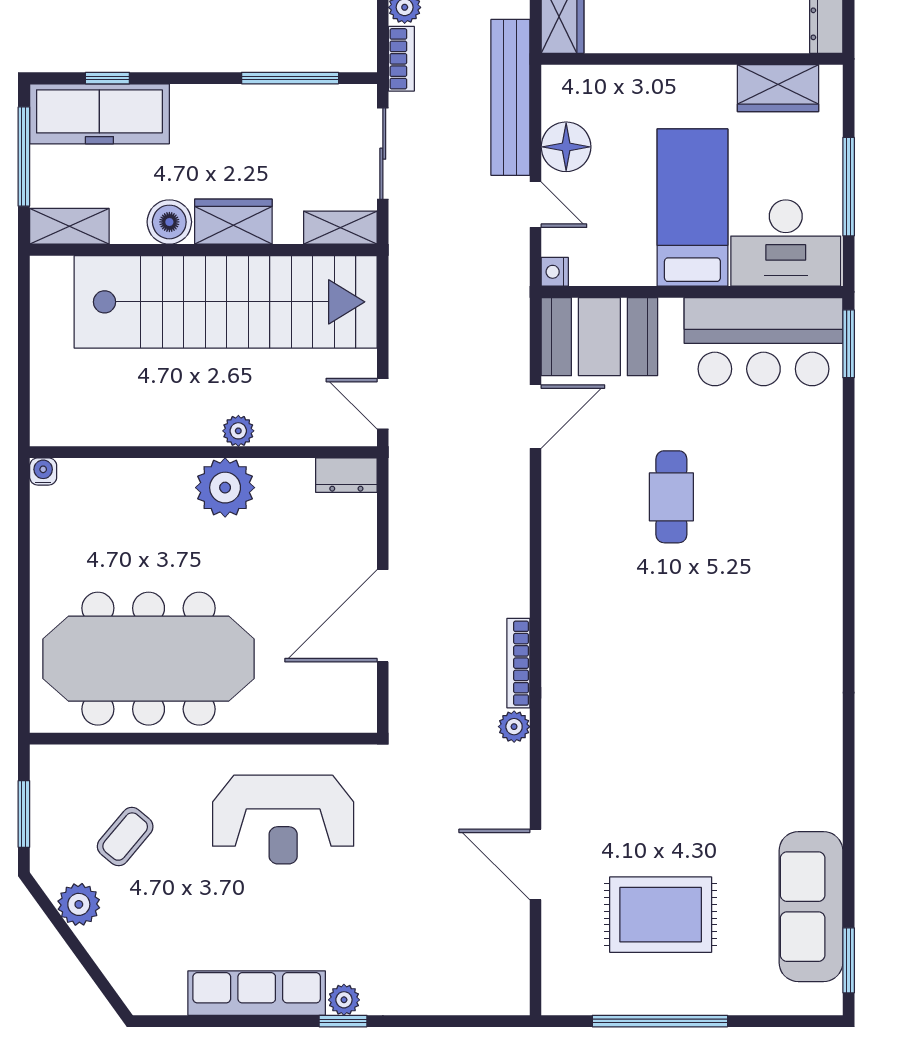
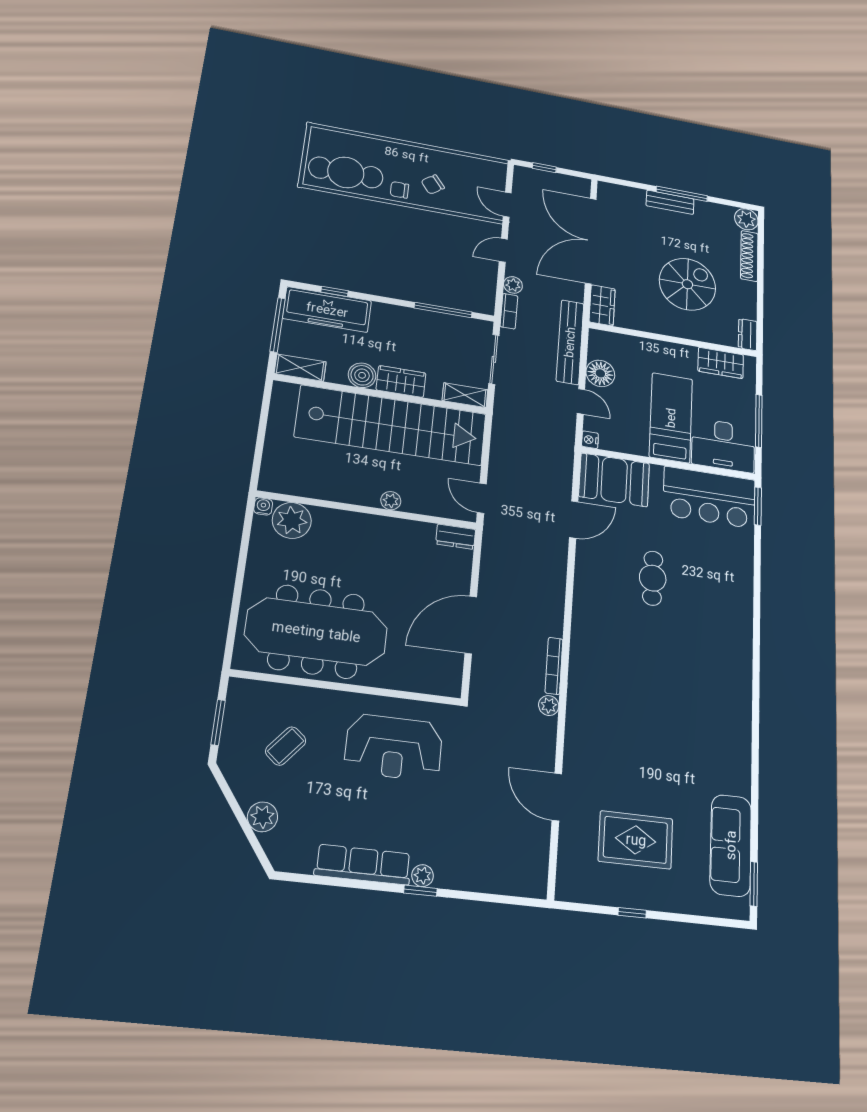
plant: (225, 488) -> (292, 520), moved
plant: (79, 904) -> (263, 817), moved
window: (660, 1021) -> (632, 913), width x0.32

